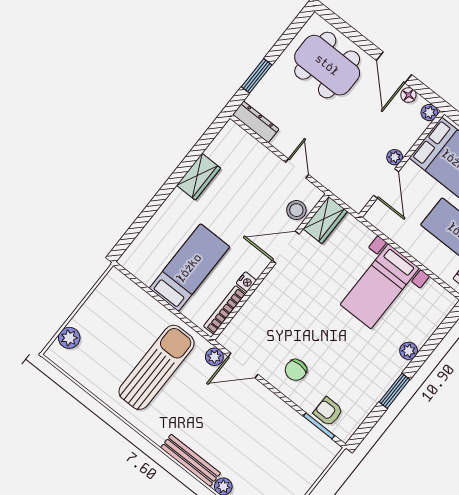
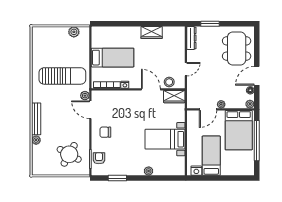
plant: (69, 338) -> (74, 32), moved
window: (395, 391) -> (117, 178), moved
round table: (286, 453) -> (69, 154), added

